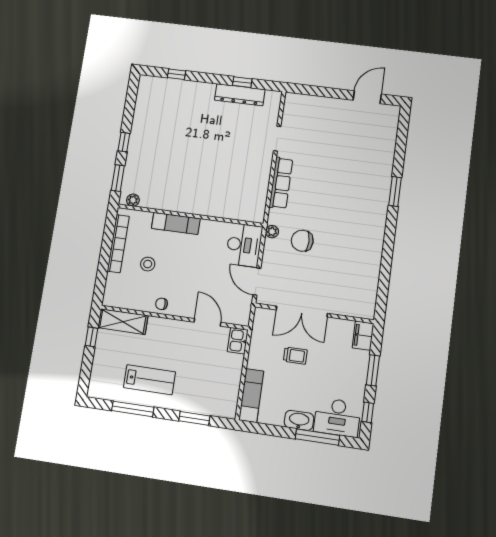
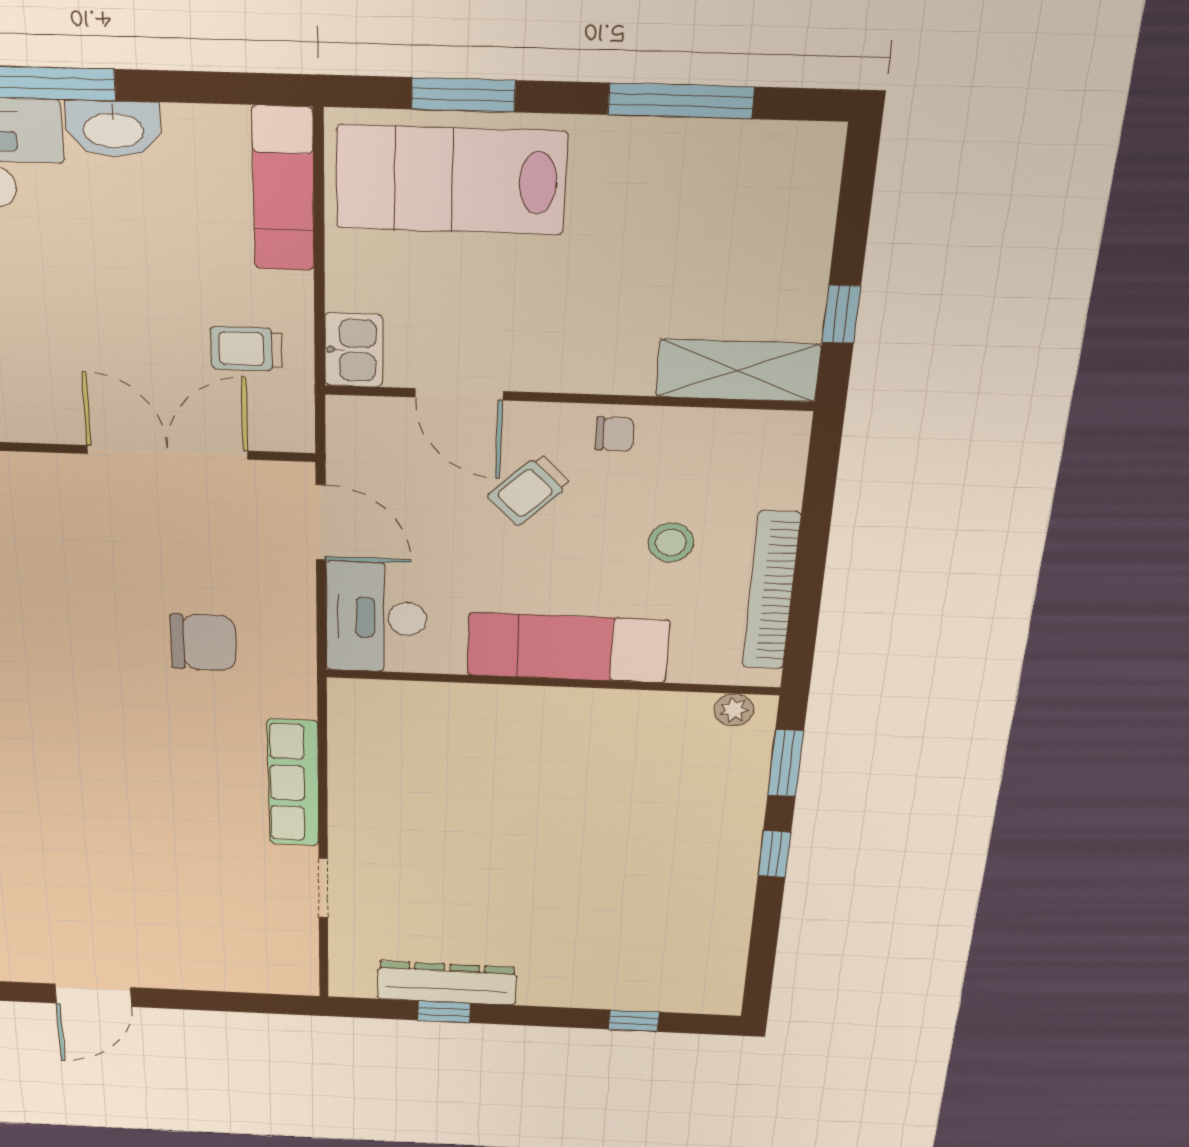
exam couch: (176, 223) -> (568, 648), width x1.36, depth x1.45
plant: (272, 232) -> (298, 659), removed
trolley: (190, 287) -> (529, 490), added
trolley: (295, 356) -> (246, 349), moved
lab bench: (149, 380) -> (451, 180), moved, width x1.36, depth x1.39

